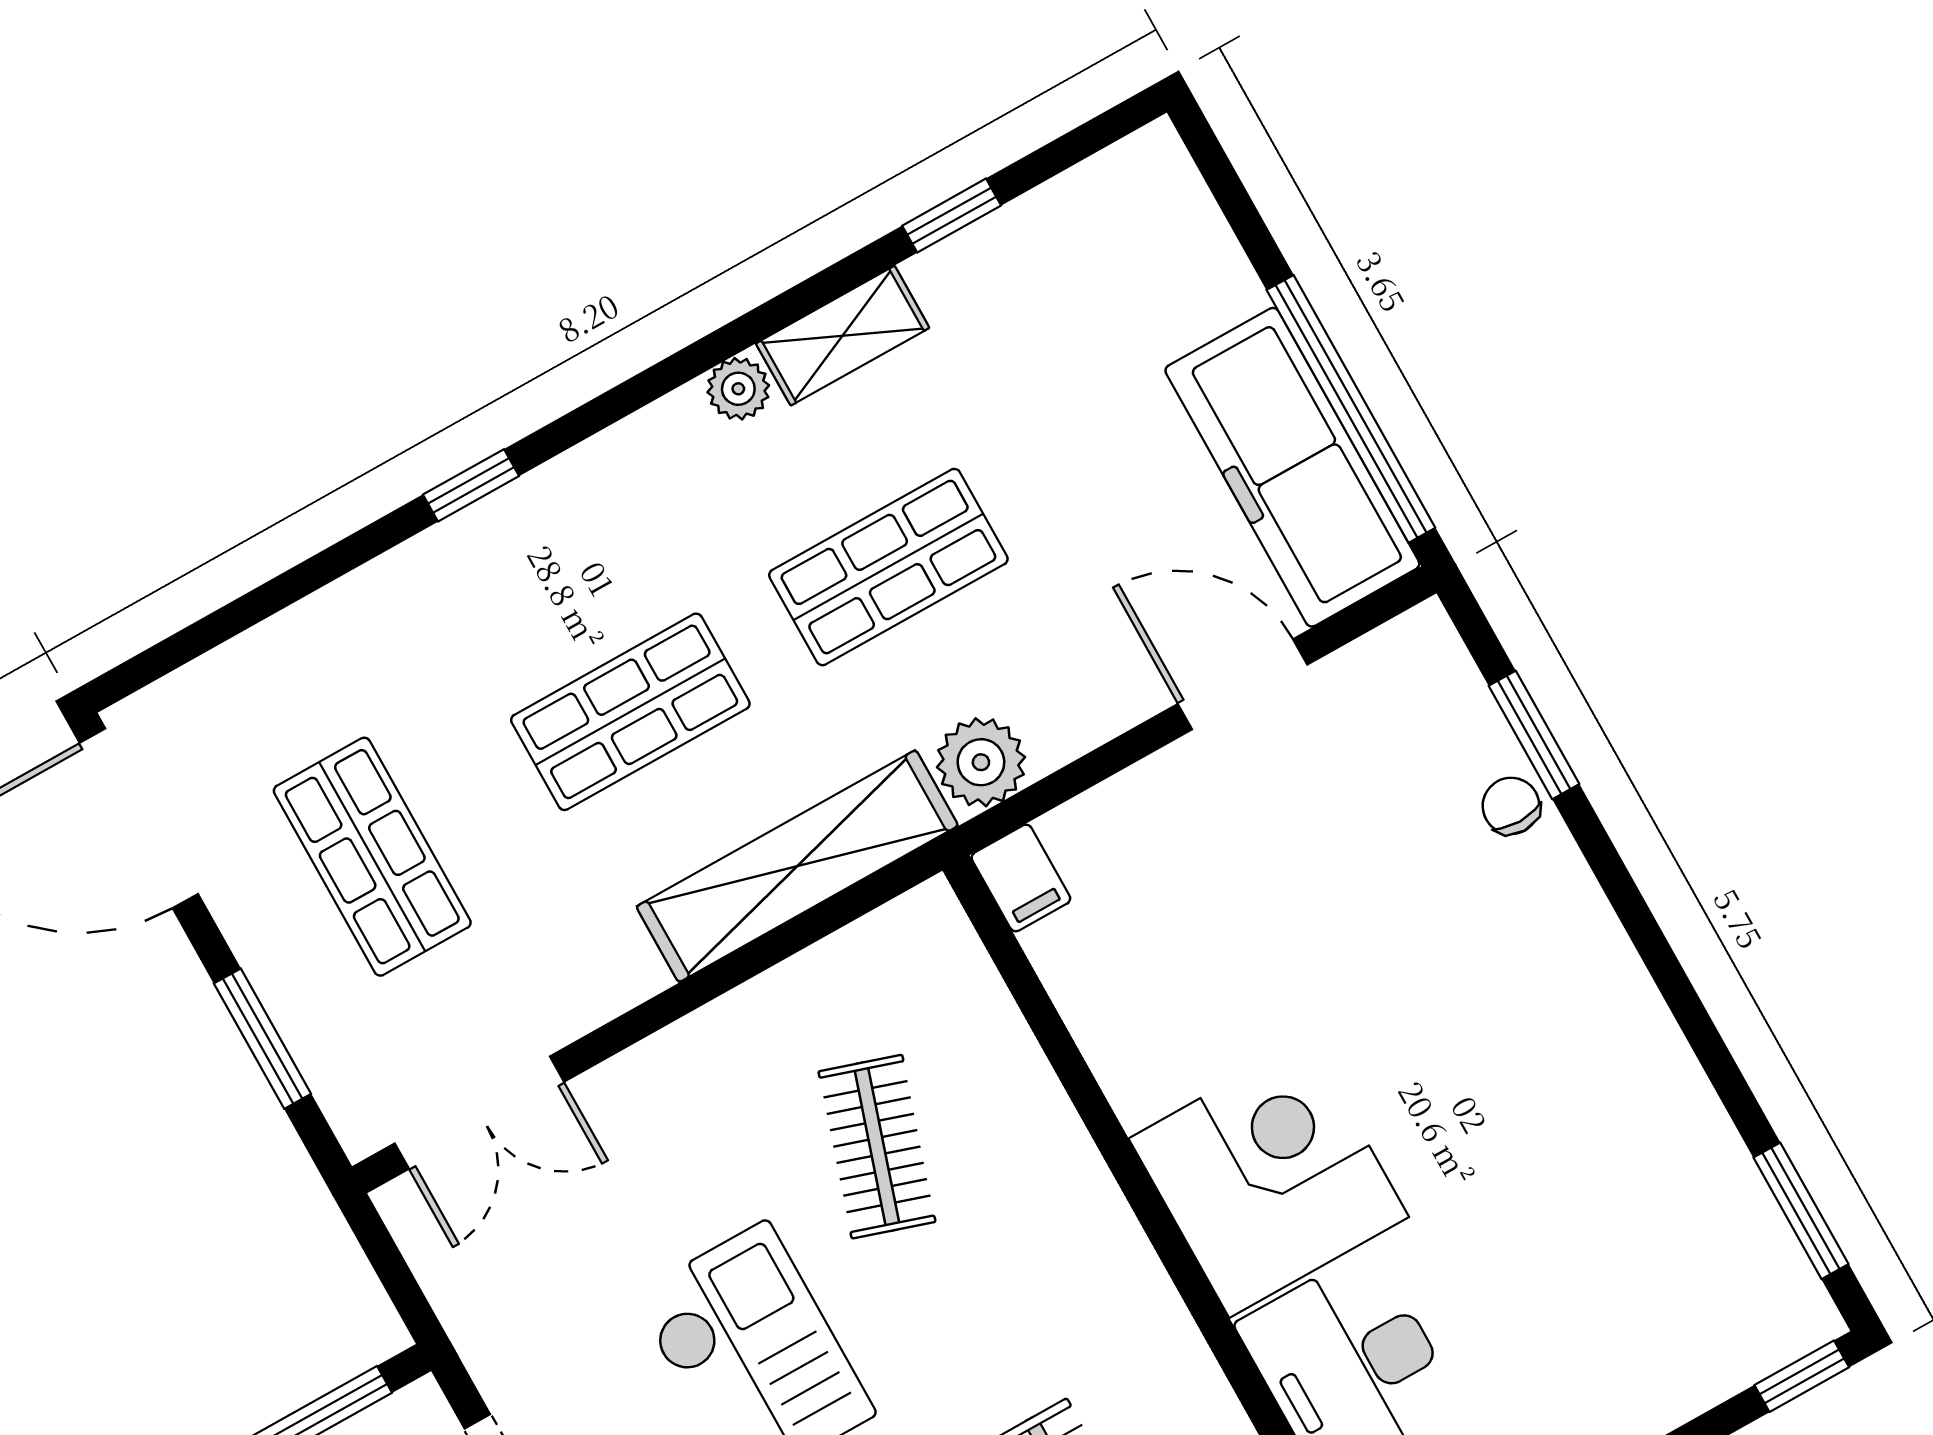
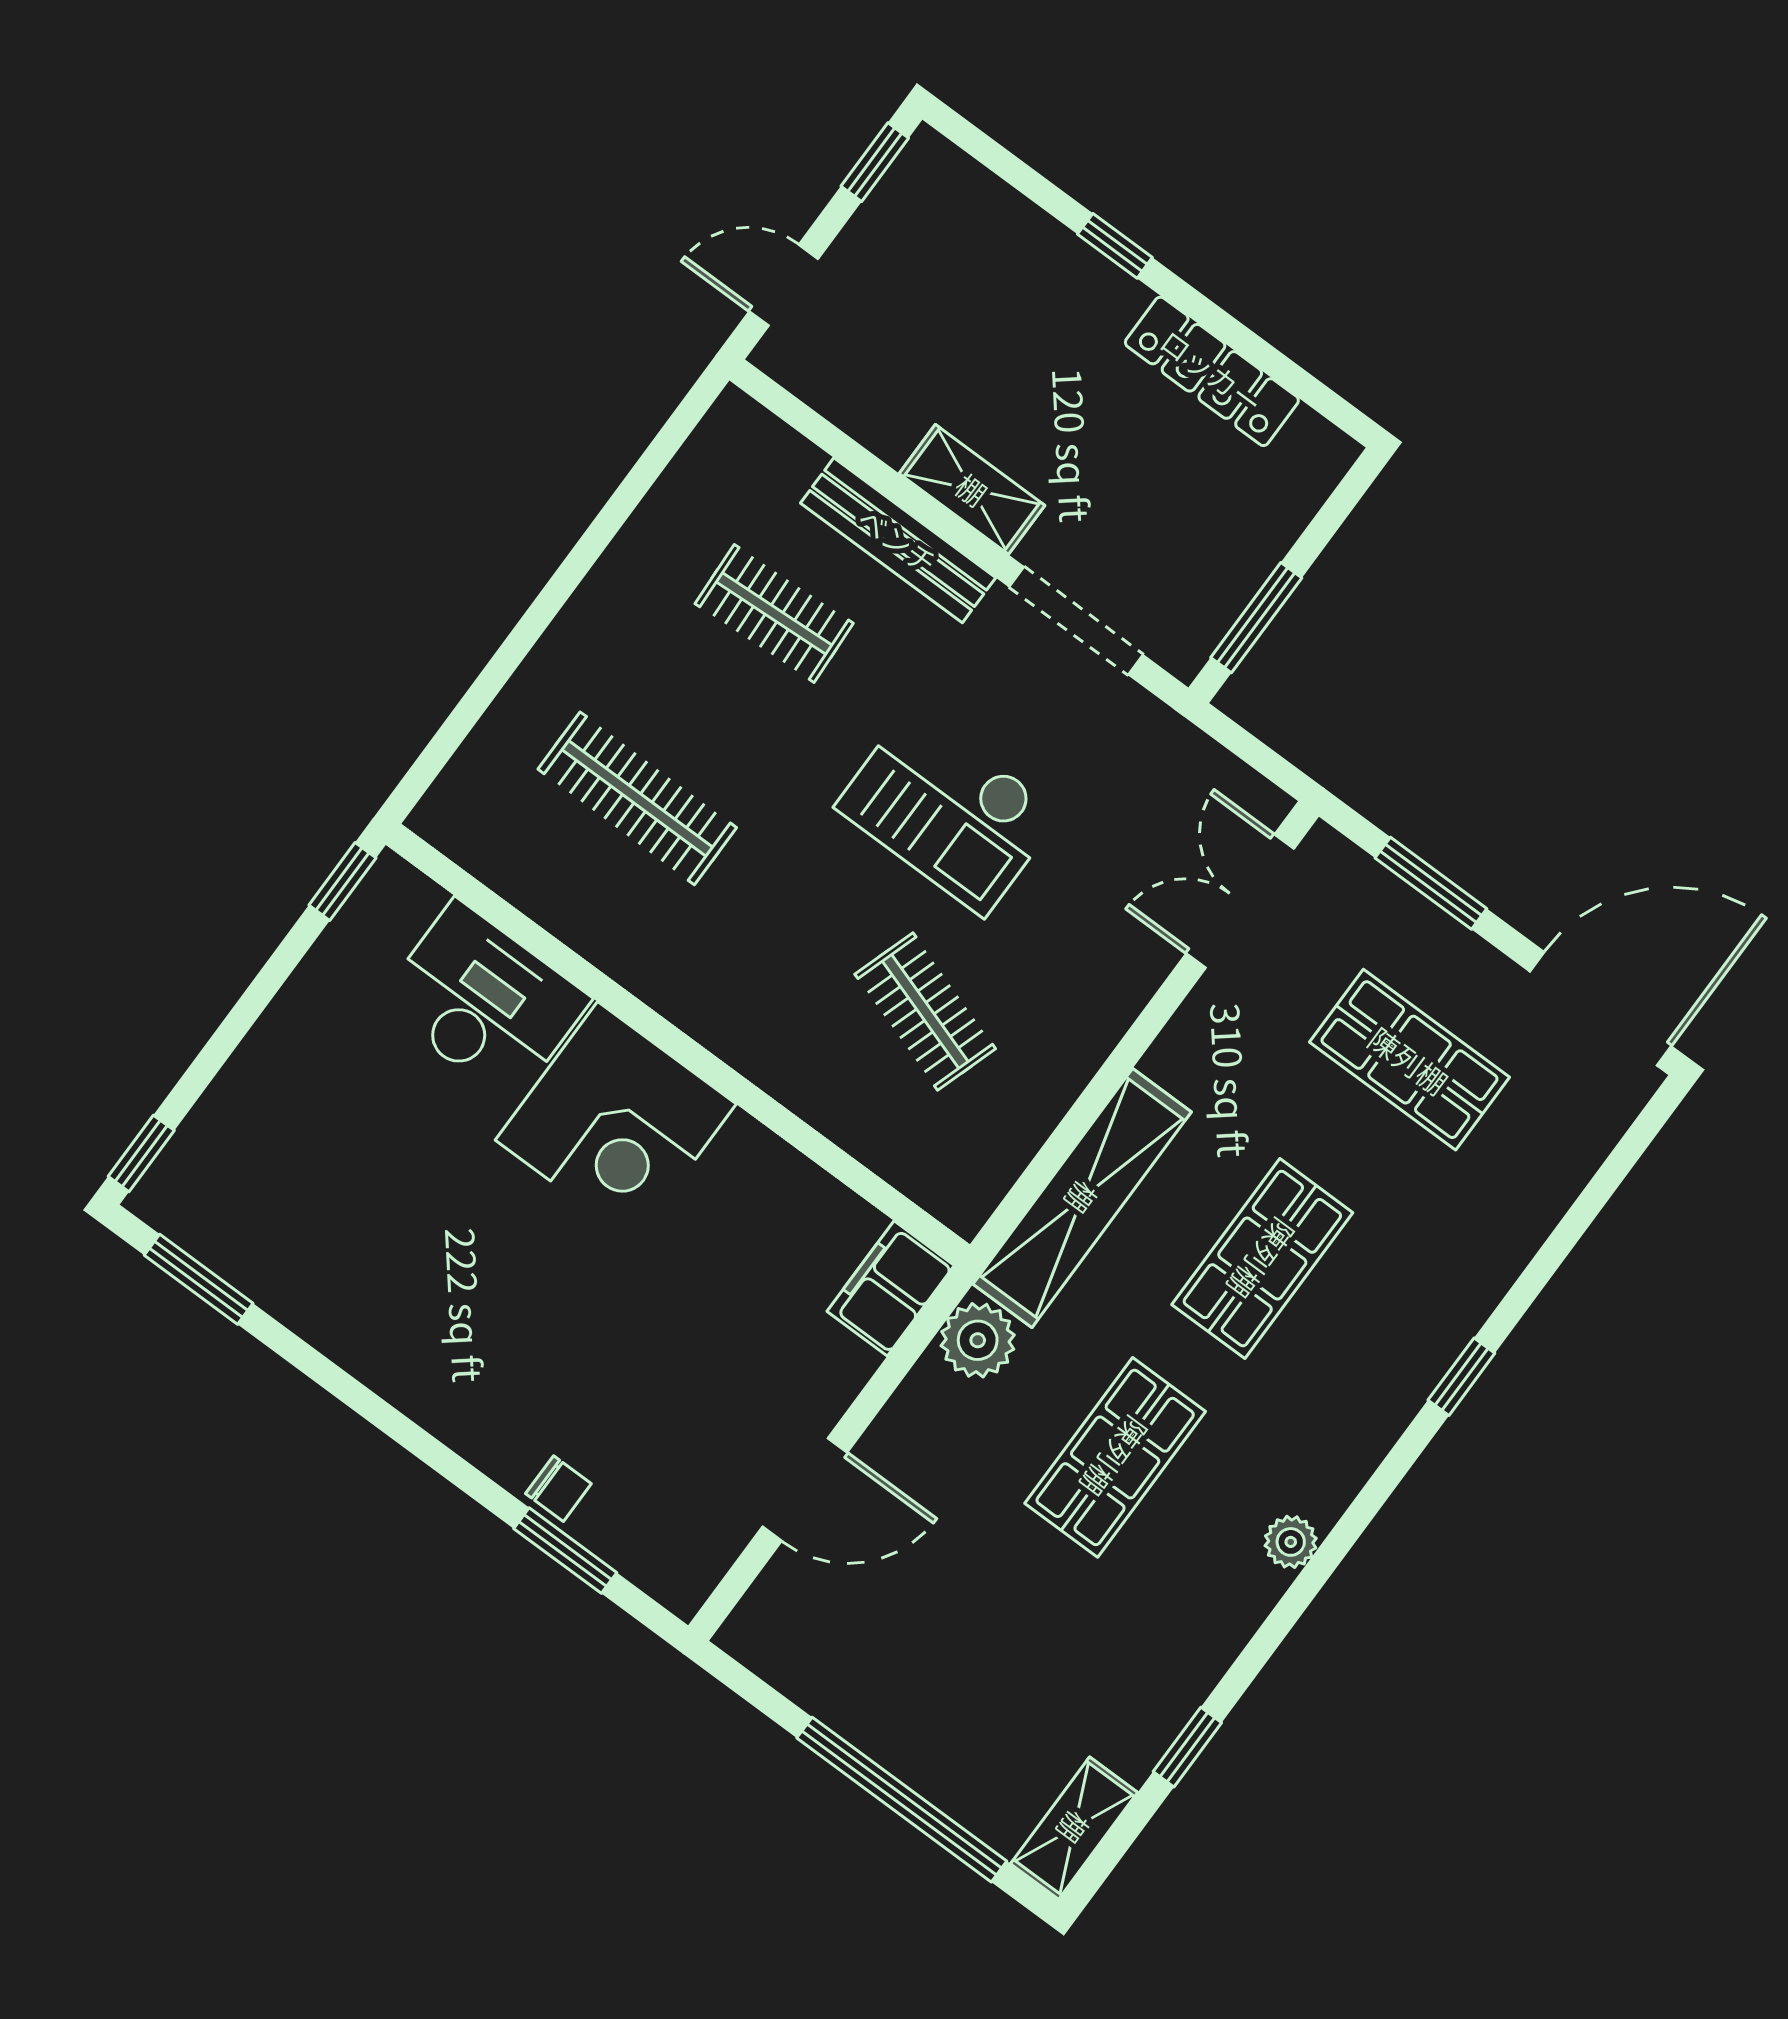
shelving: (843, 336) -> (1074, 1828), moved
window: (1351, 409) -> (902, 1800), moved
freezer: (1292, 467) -> (841, 1672), removed
filing cabinet: (1021, 878) -> (891, 1288), width x2.00

